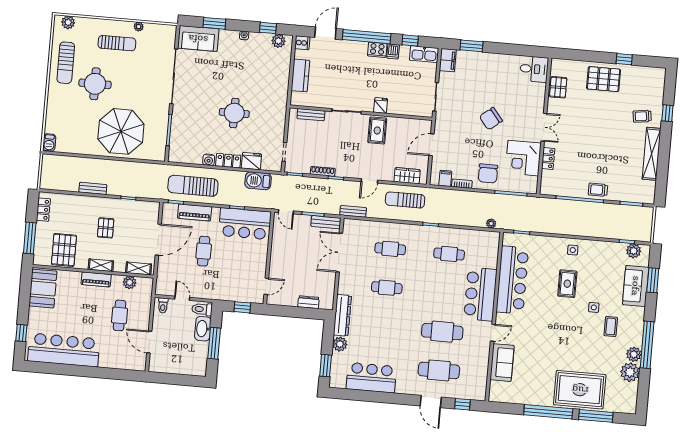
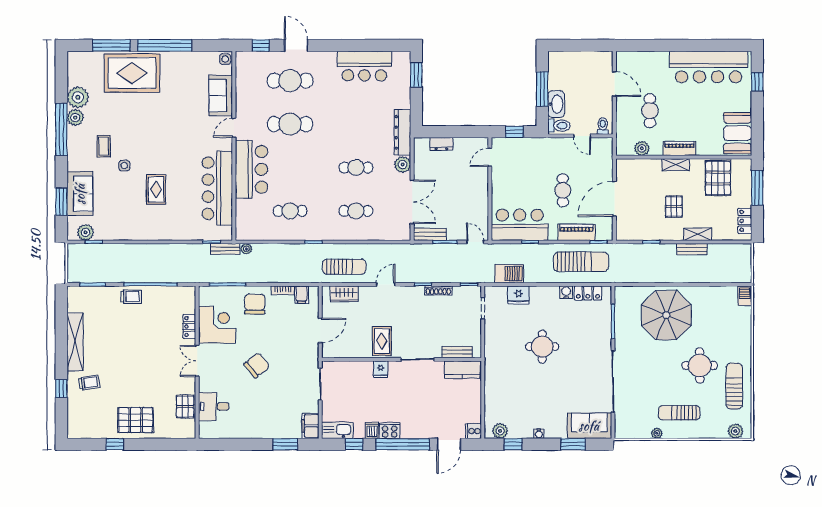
desk: (534, 69) -> (214, 406), moved
kitchen counter: (300, 75) -> (462, 370), moved, turned -90
locker: (228, 161) -> (588, 293), moved
bench: (353, 211) -> (225, 249), moved
side table: (573, 250) -> (225, 59), moved
shelving: (139, 268) -> (698, 234), moved
plant: (340, 344) -> (403, 165), moved

